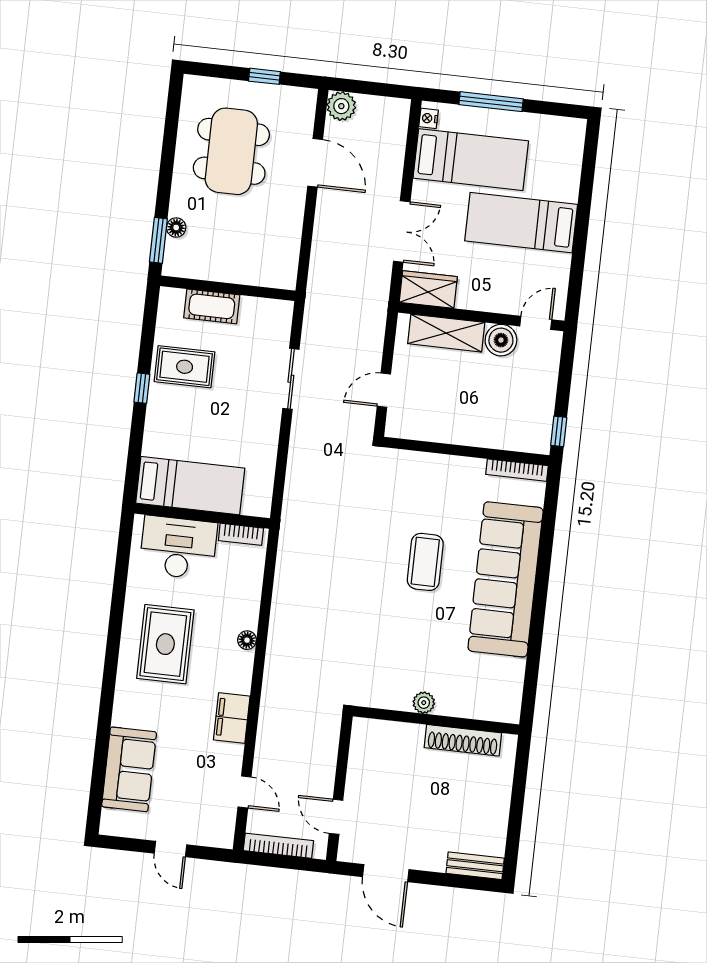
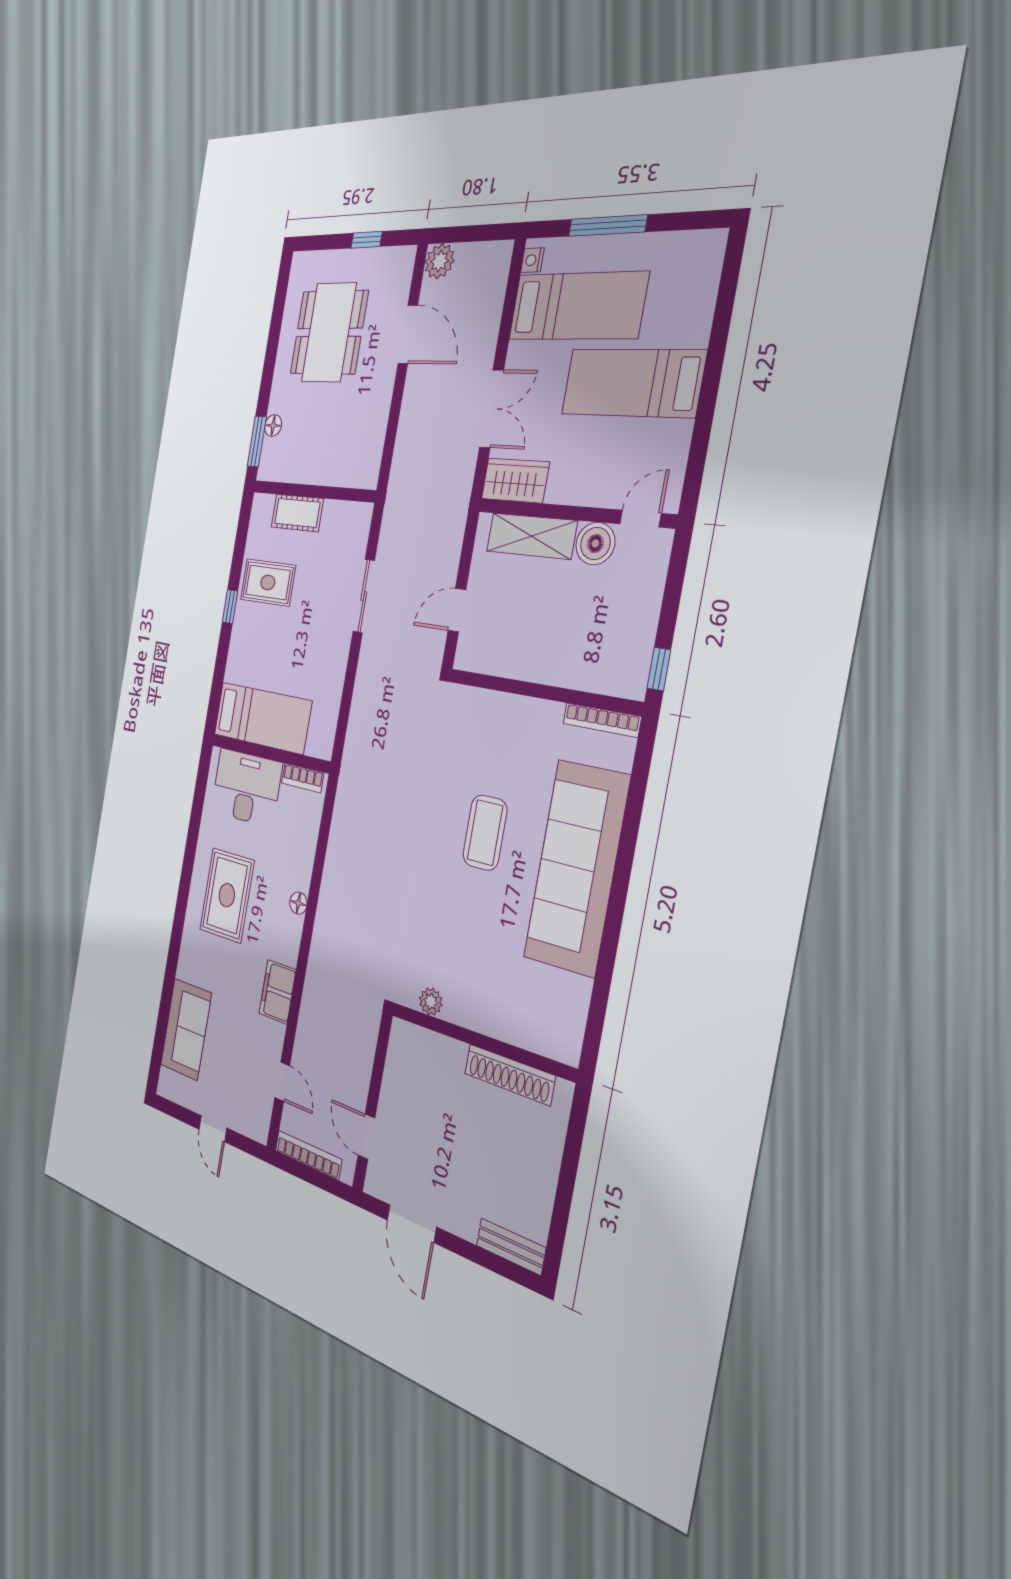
plant: (424, 703) -> (431, 1001), moved

